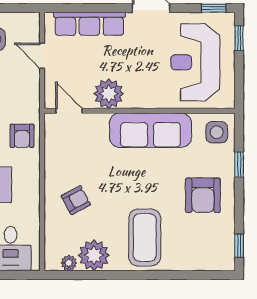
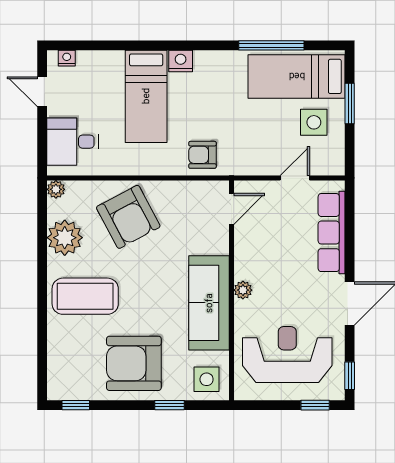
plant: (109, 94) -> (243, 290), moved, width x0.53, depth x0.53
armchair: (203, 195) -> (134, 363), width x1.36, depth x1.36
armchair: (76, 200) -> (128, 217), width x1.88, depth x1.88
plant: (69, 263) -> (56, 189), moved

